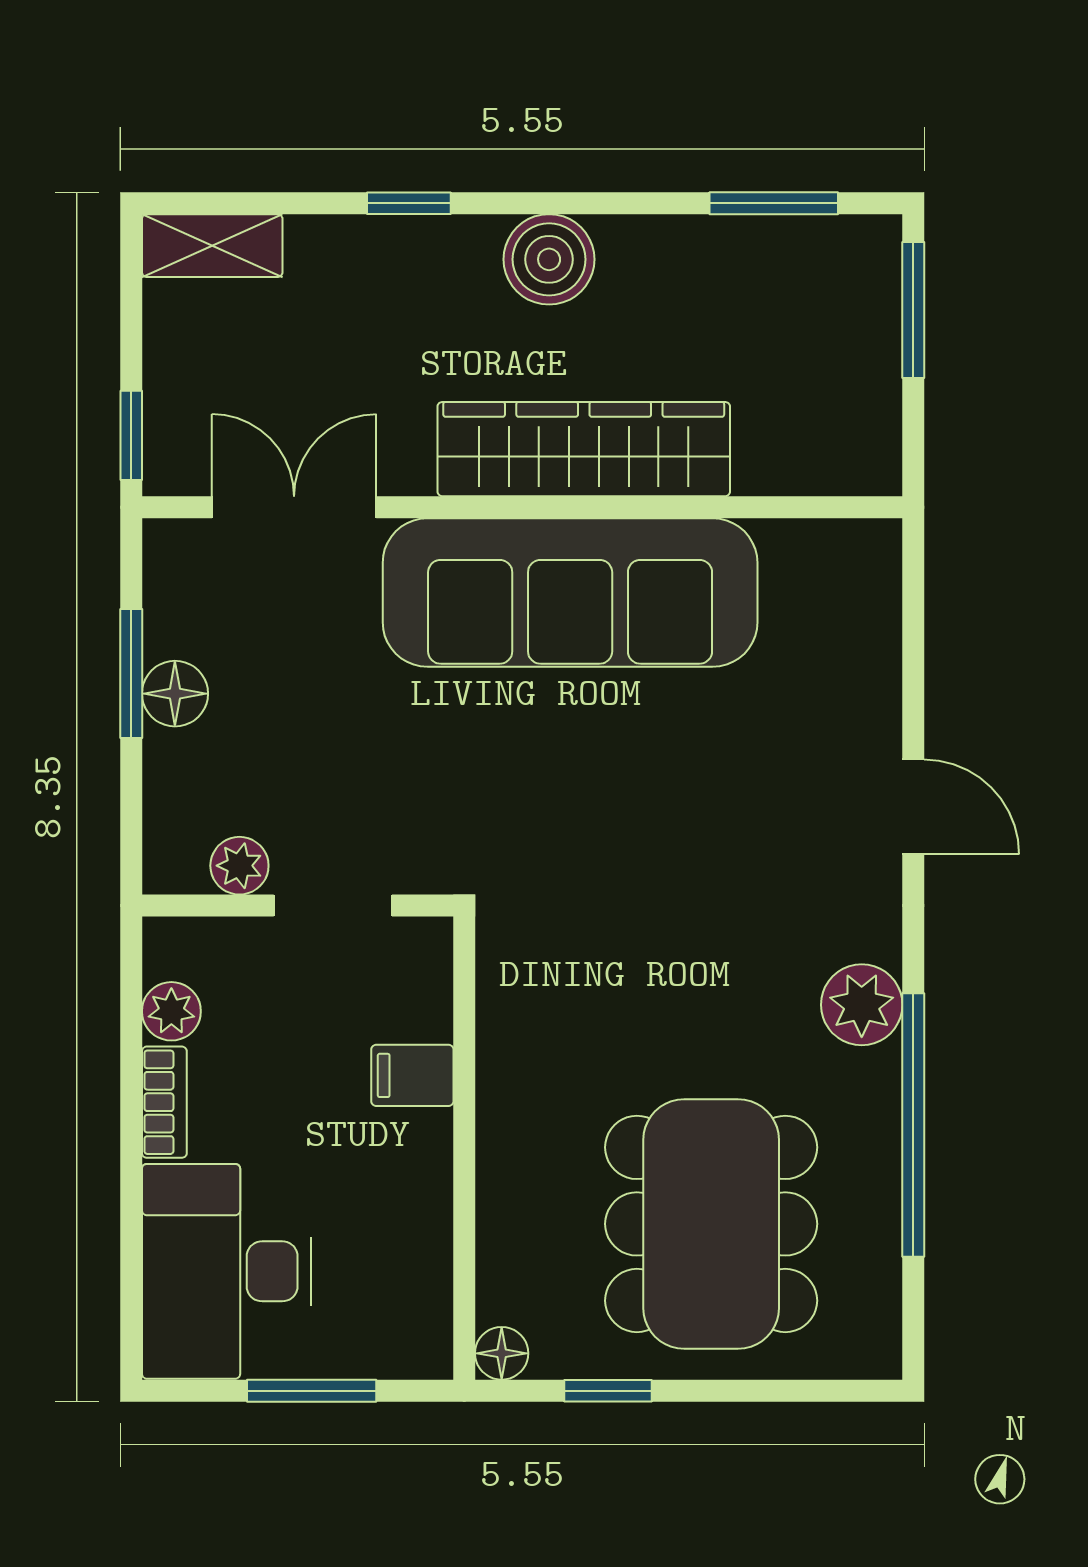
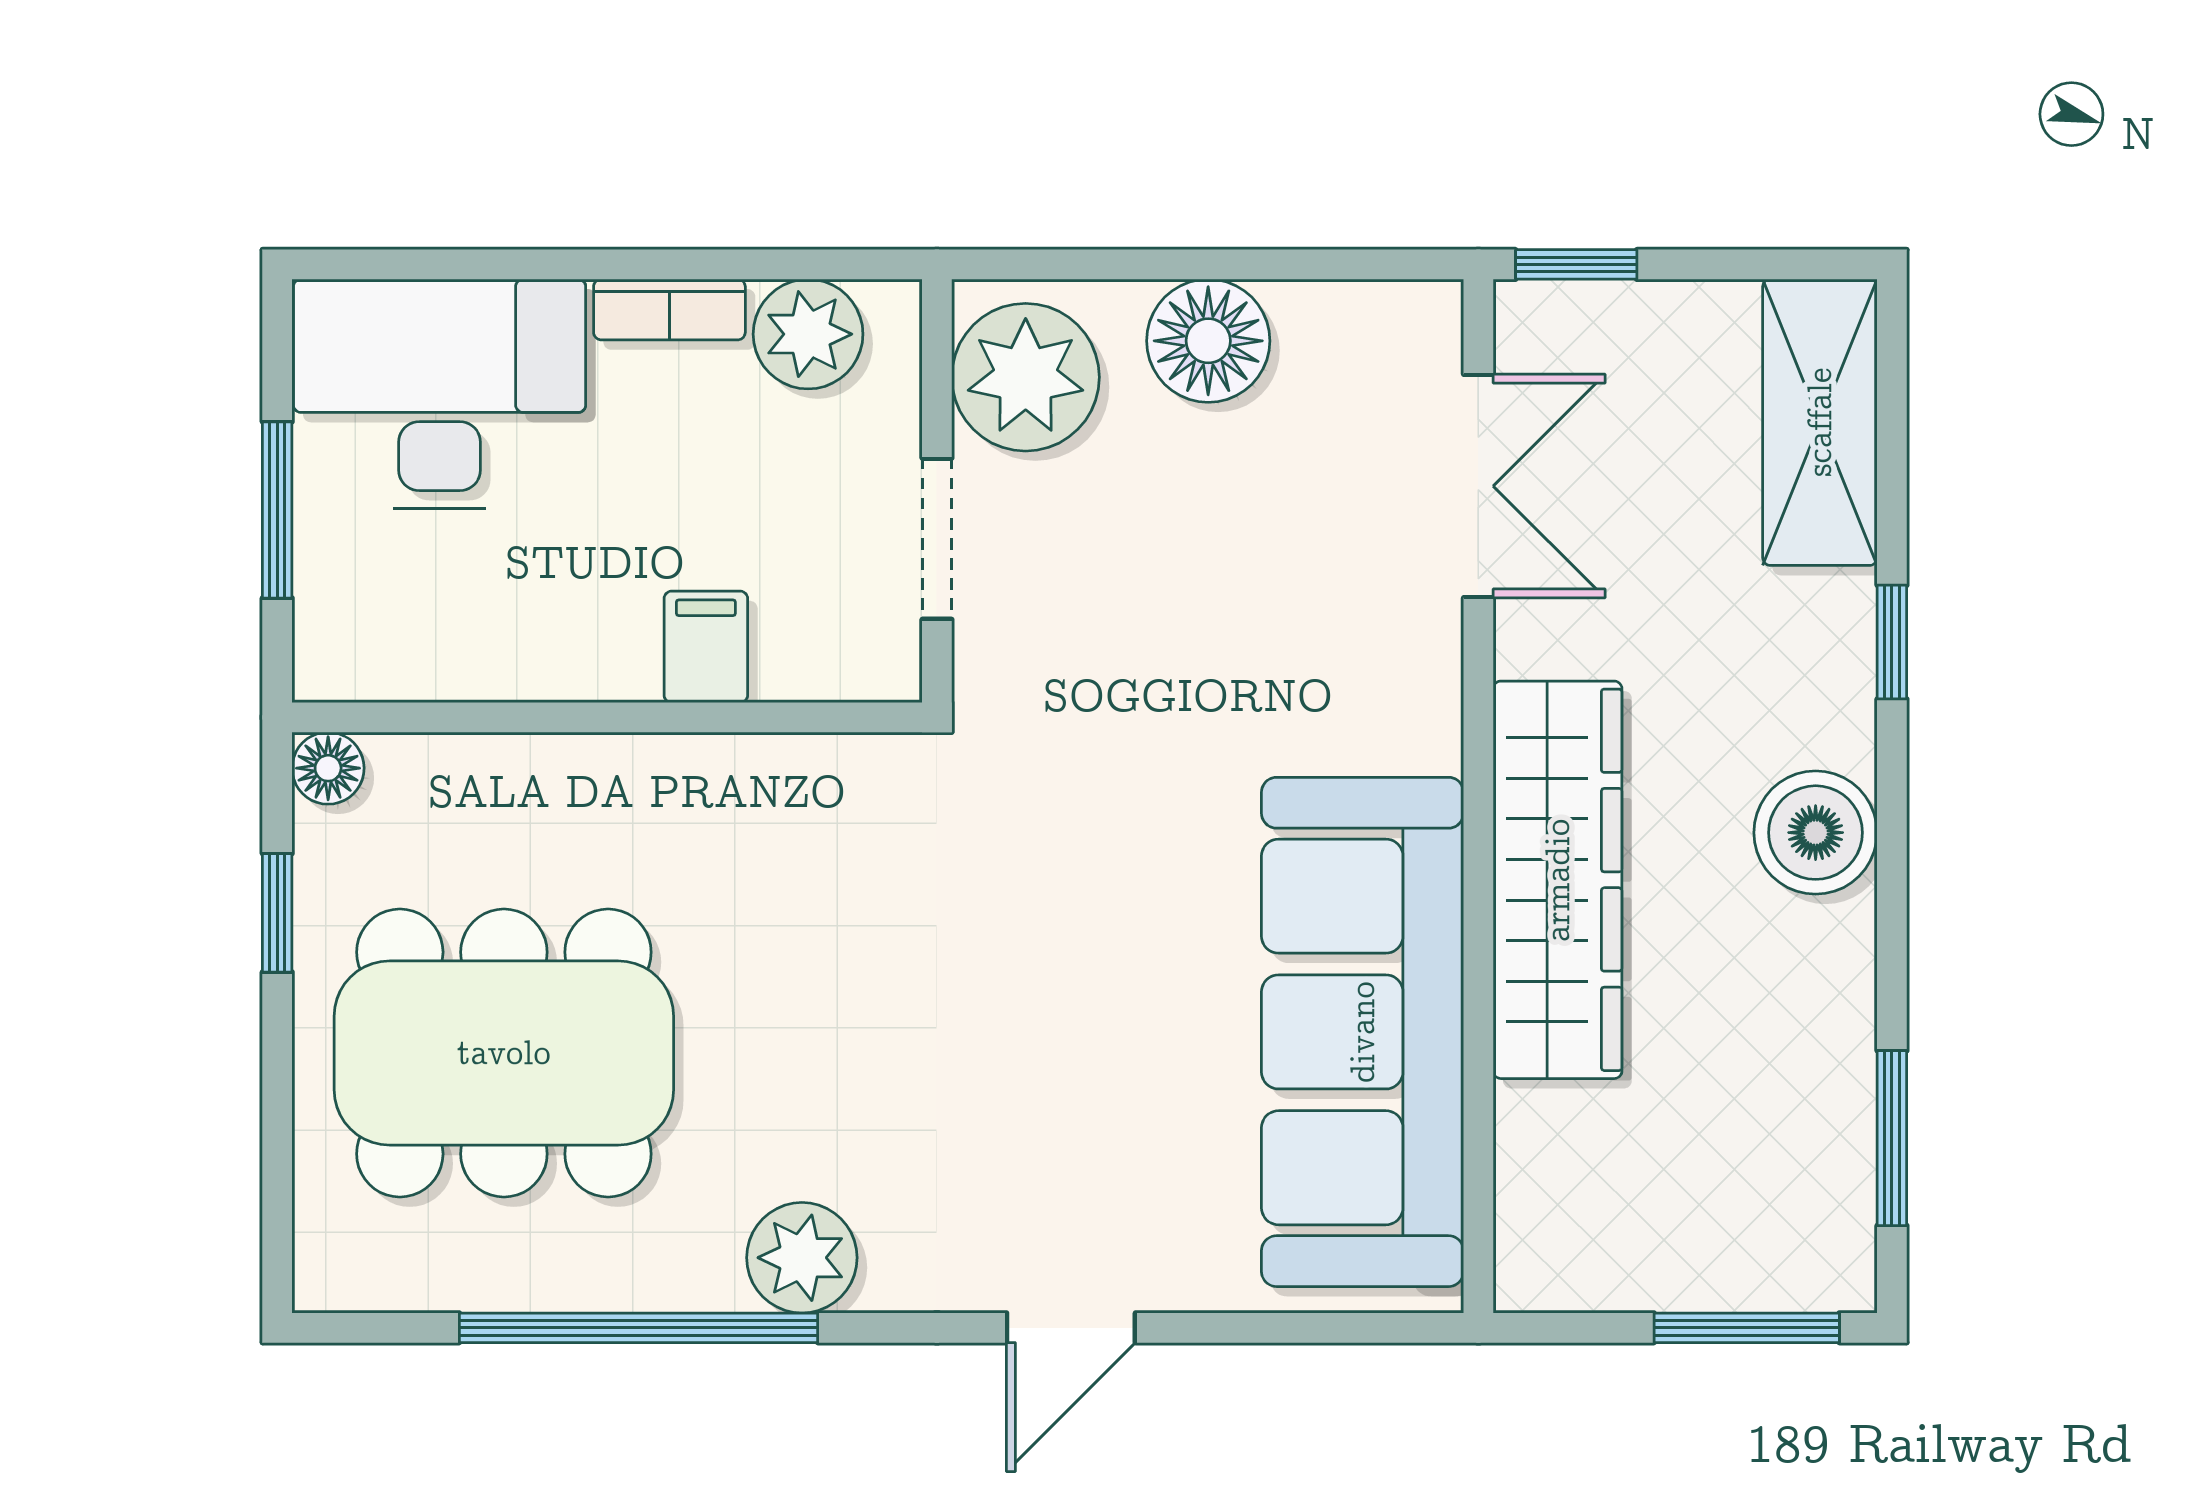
shelving: (212, 246) -> (1820, 422), width x1.50, depth x1.33
sofa: (570, 593) -> (1363, 1032), moved
window: (131, 674) -> (1252, 264), removed
floor lamp: (175, 694) -> (1208, 341), width x1.38, depth x1.38
plant: (239, 866) -> (1026, 377), width x1.88, depth x1.88
plant: (171, 1011) -> (808, 334), width x1.38, depth x1.38

